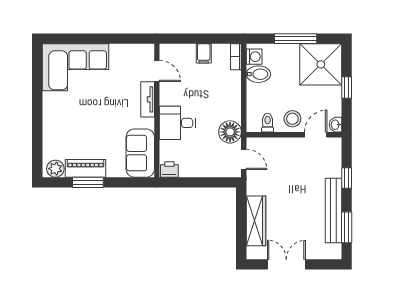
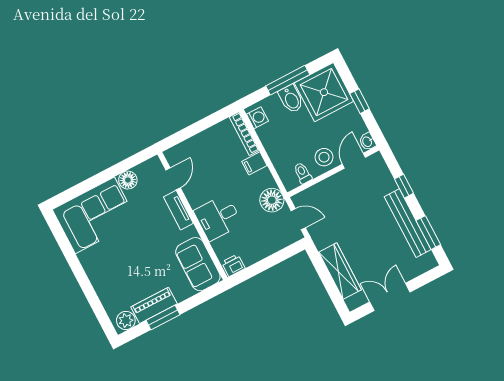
floor lamp: (118, 52) -> (128, 180), added
filing cabinet: (204, 53) -> (254, 163), moved, turned 90
bookcase: (236, 57) -> (244, 134), width x1.56
door: (157, 71) -> (173, 179), hinge flipped
bidet: (258, 74) -> (291, 99), moved, turned 90

